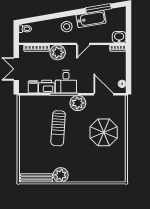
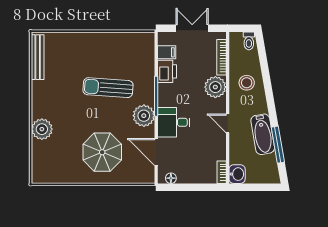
stool: (67, 27) -> (247, 83), moved
desk: (66, 82) -> (174, 122), moved
door: (104, 94) -> (156, 152), swing flipped
plant: (61, 175) -> (42, 129), moved

